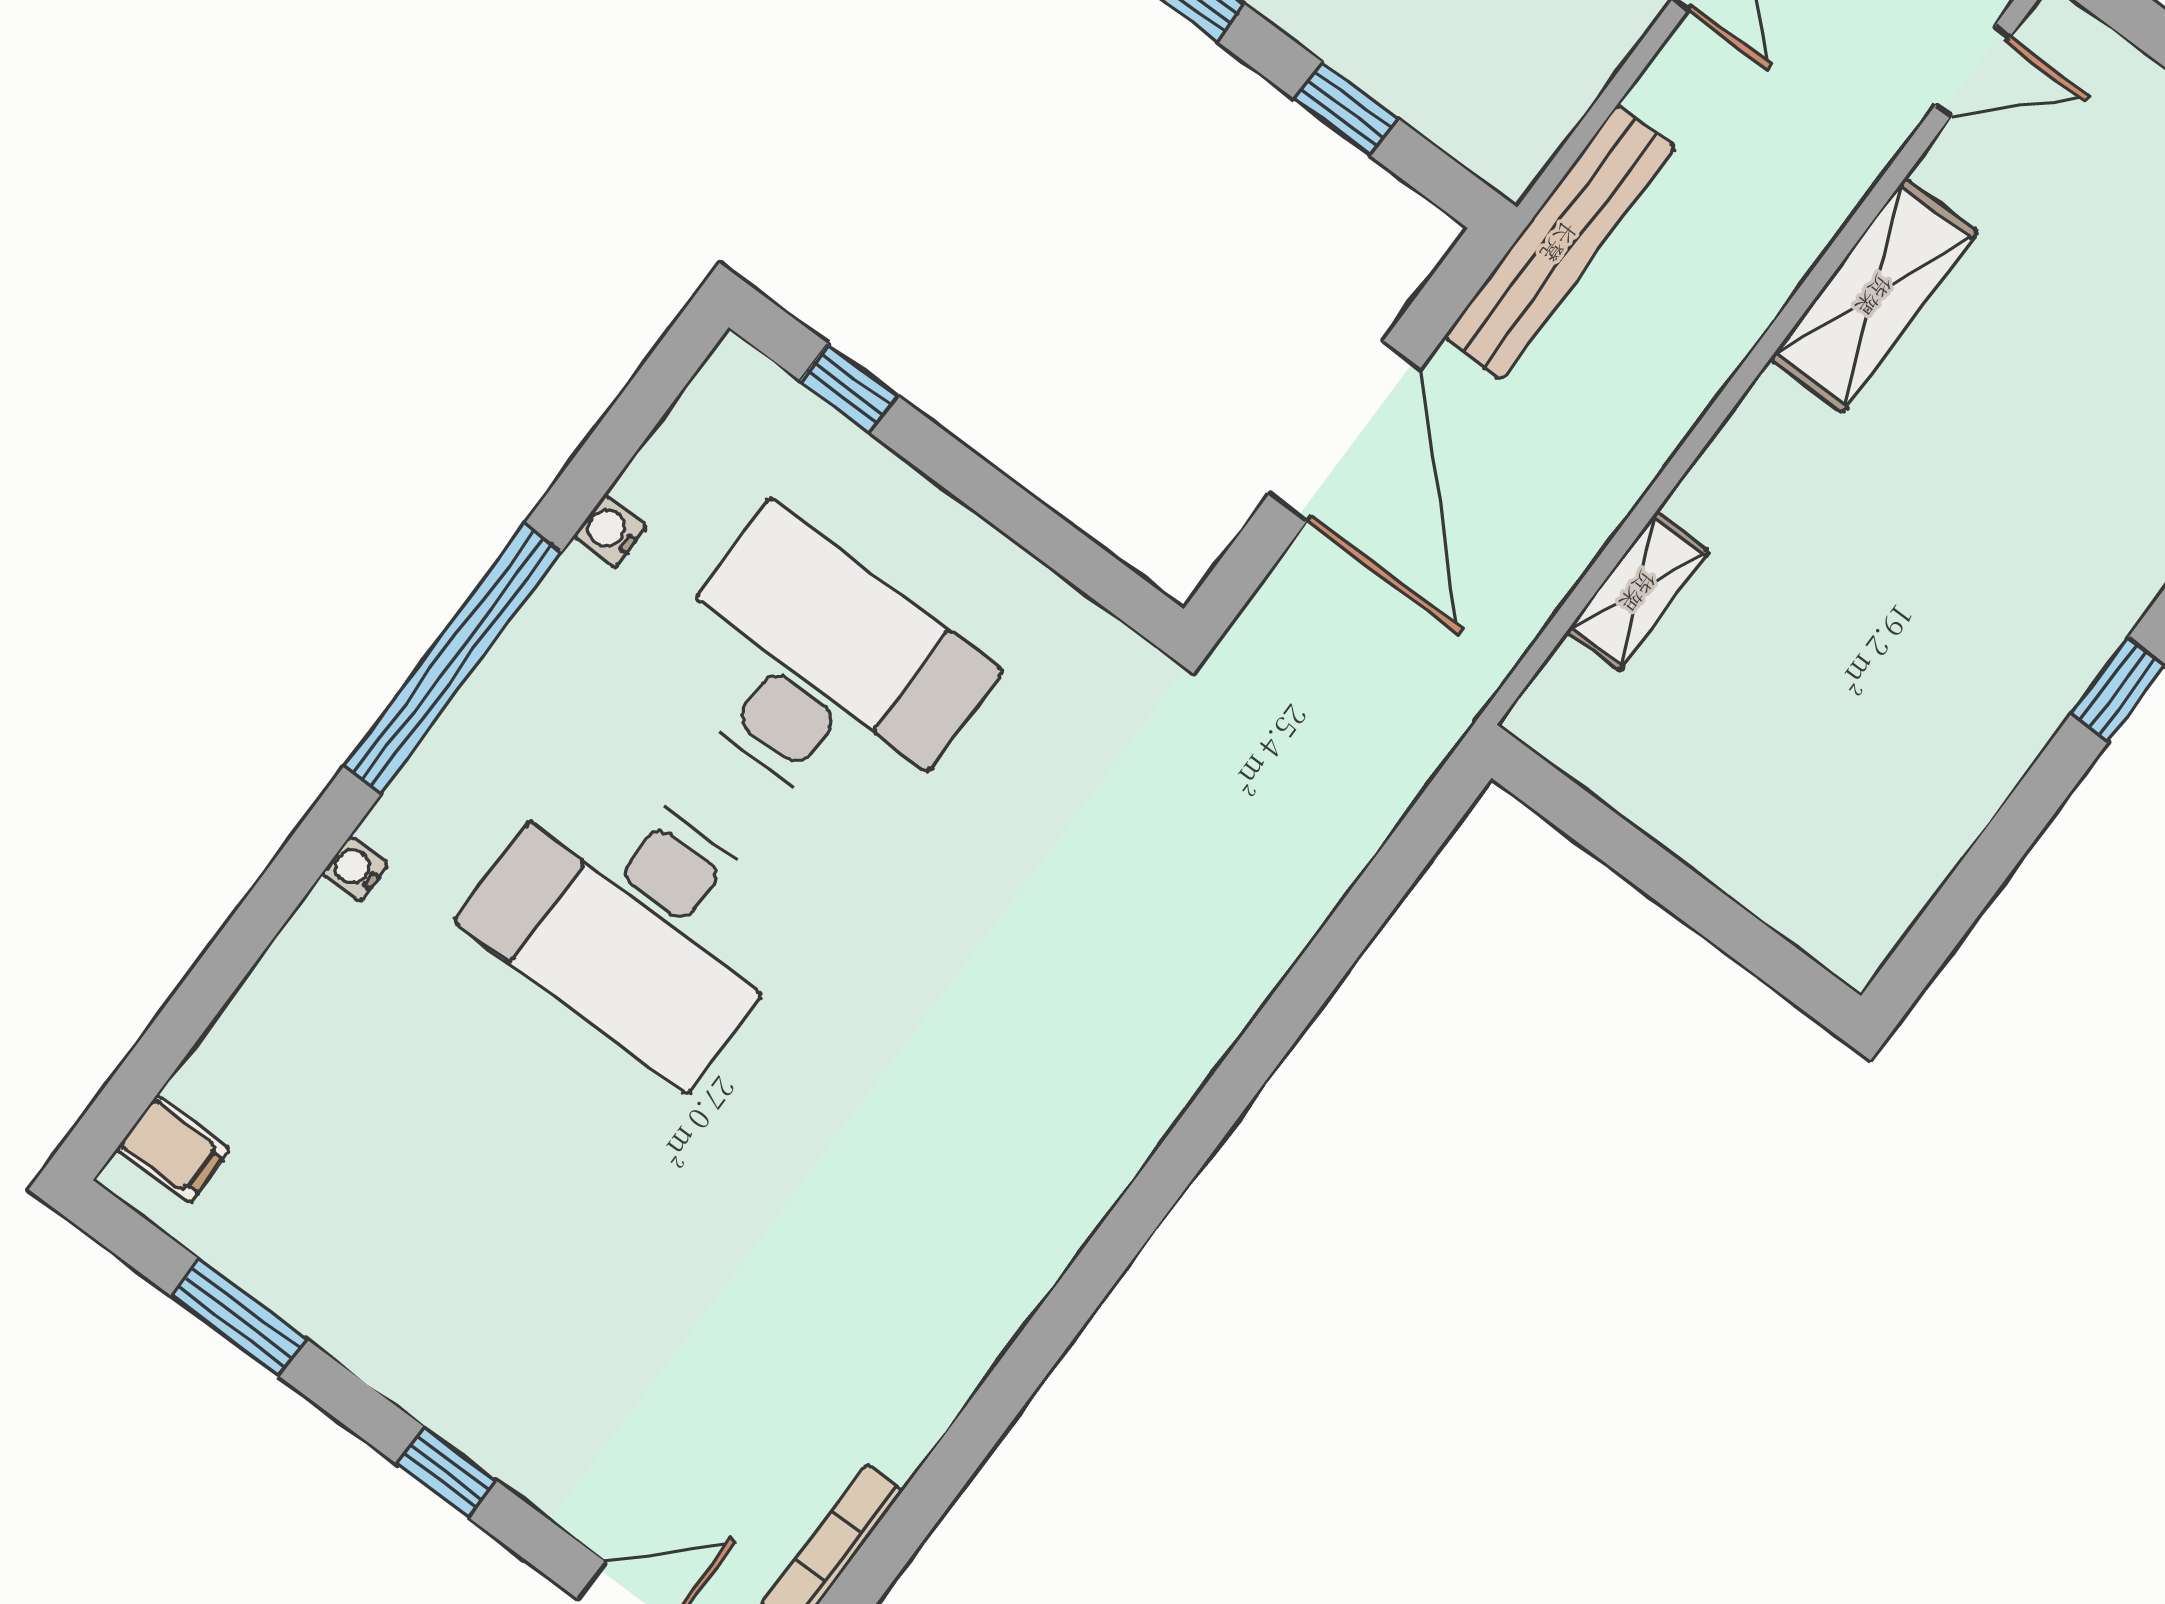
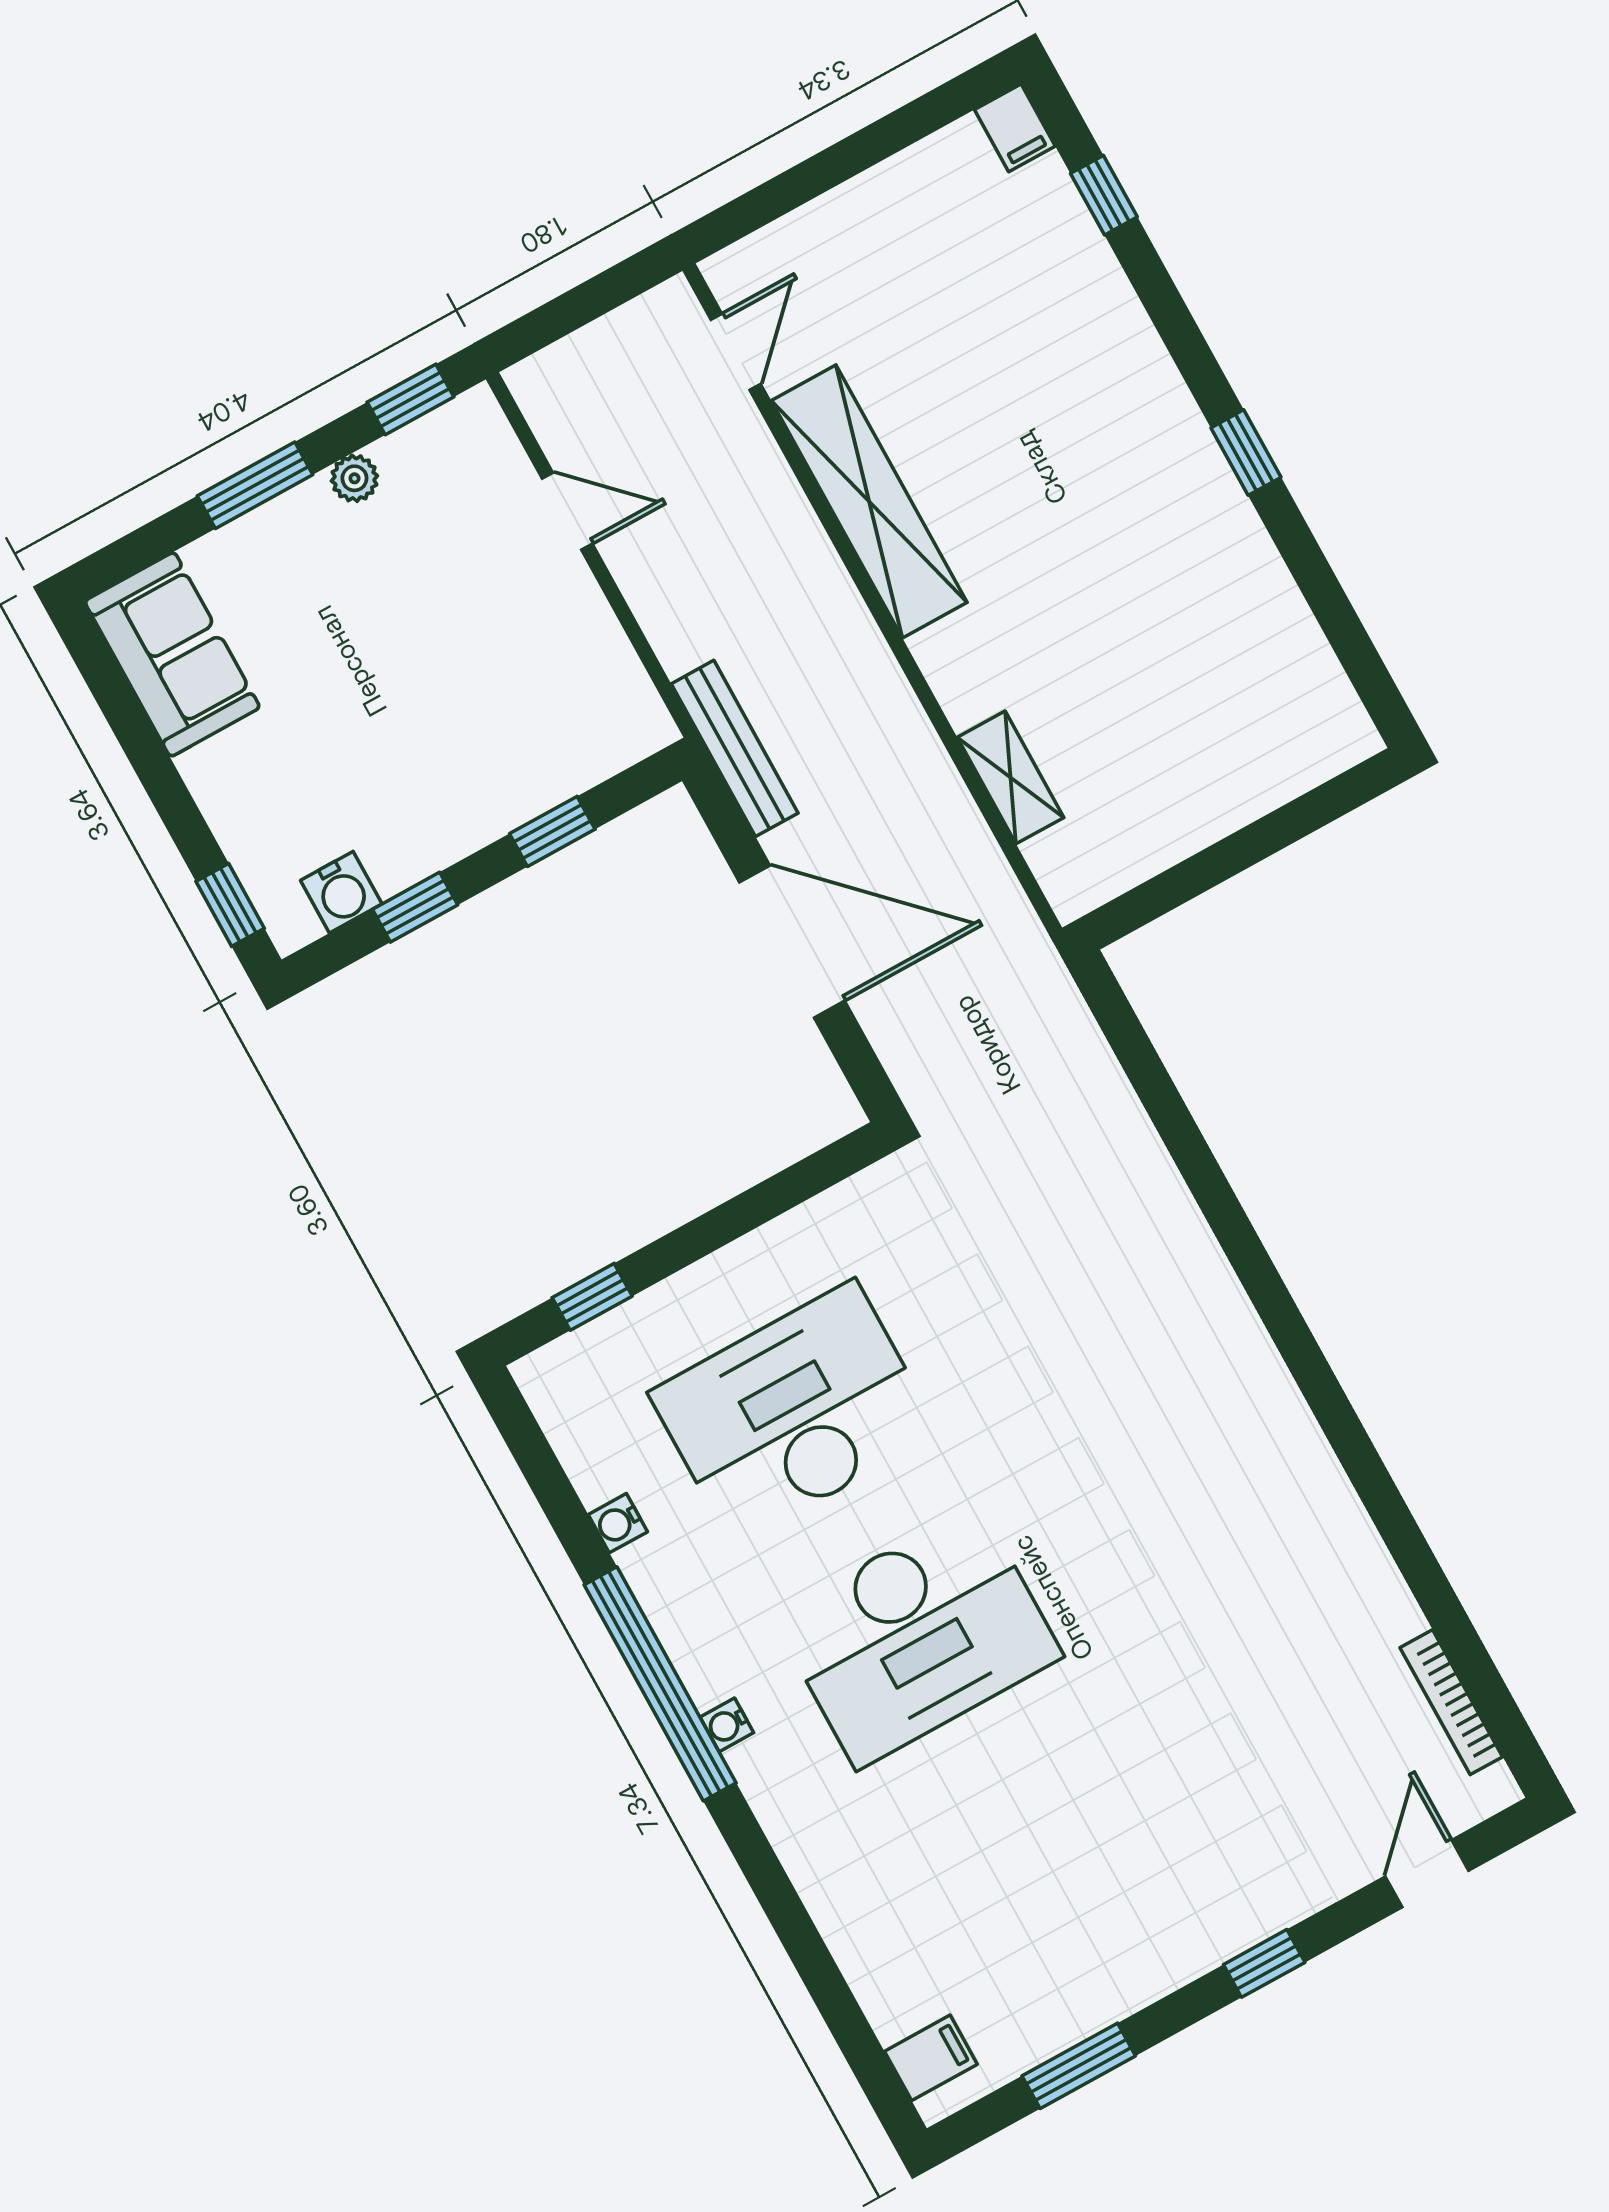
bench: (1559, 242) -> (735, 748), width x0.73, depth x0.82
shelving: (1874, 295) -> (869, 501), width x1.47
water cooler: (355, 869) -> (727, 1725), moved

